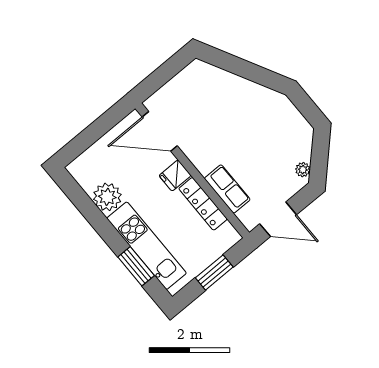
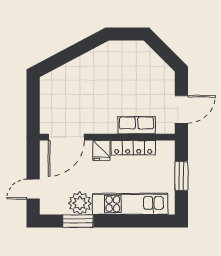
door: (83, 141) -> (33, 189), added
plant: (303, 170) -> (163, 69), removed
window: (136, 266) -> (78, 221), moved

